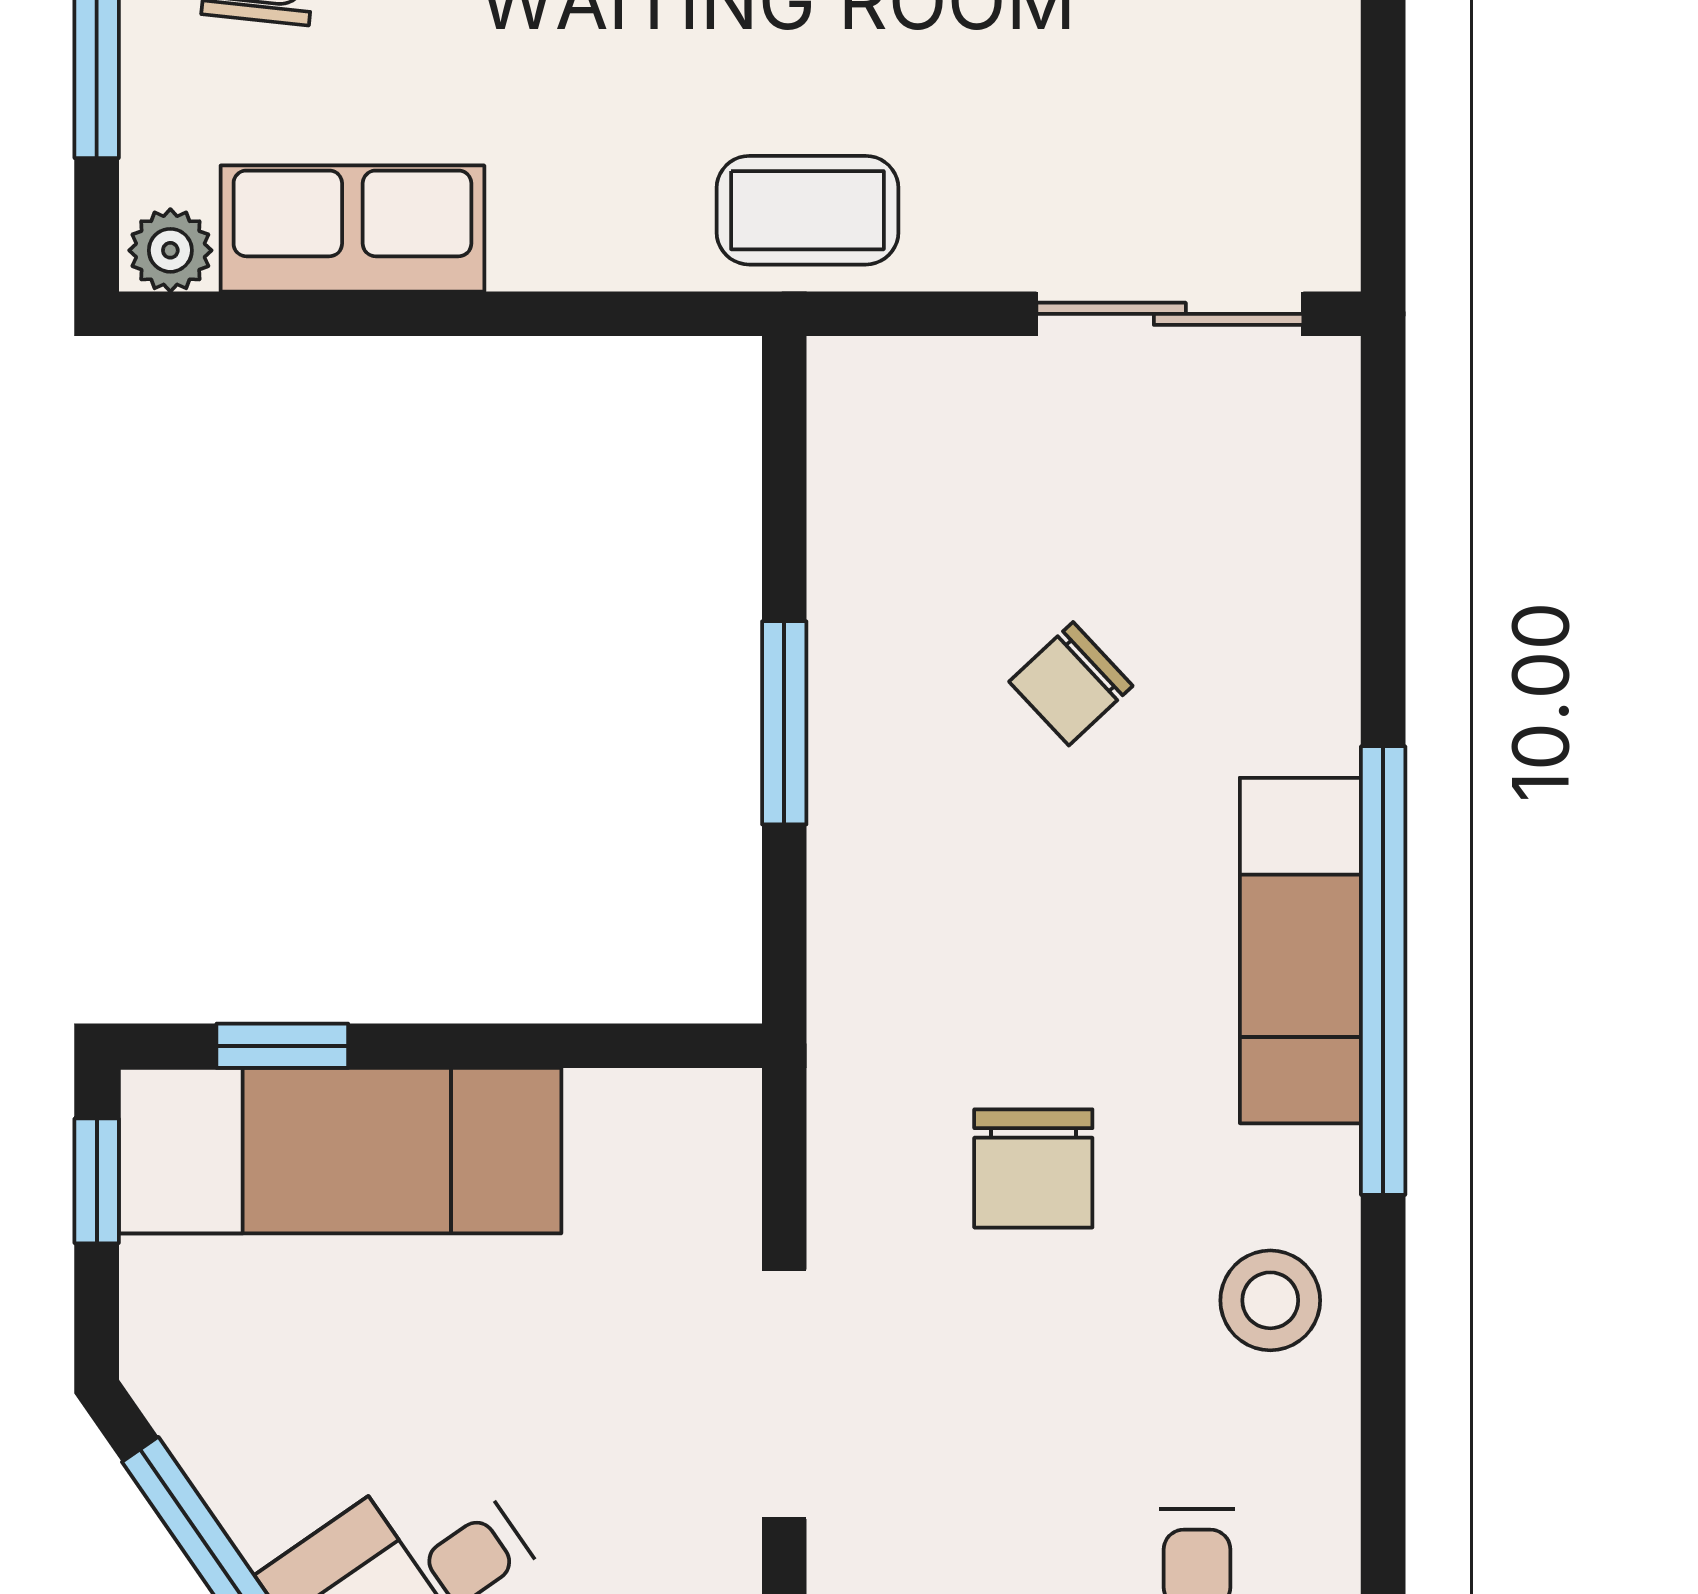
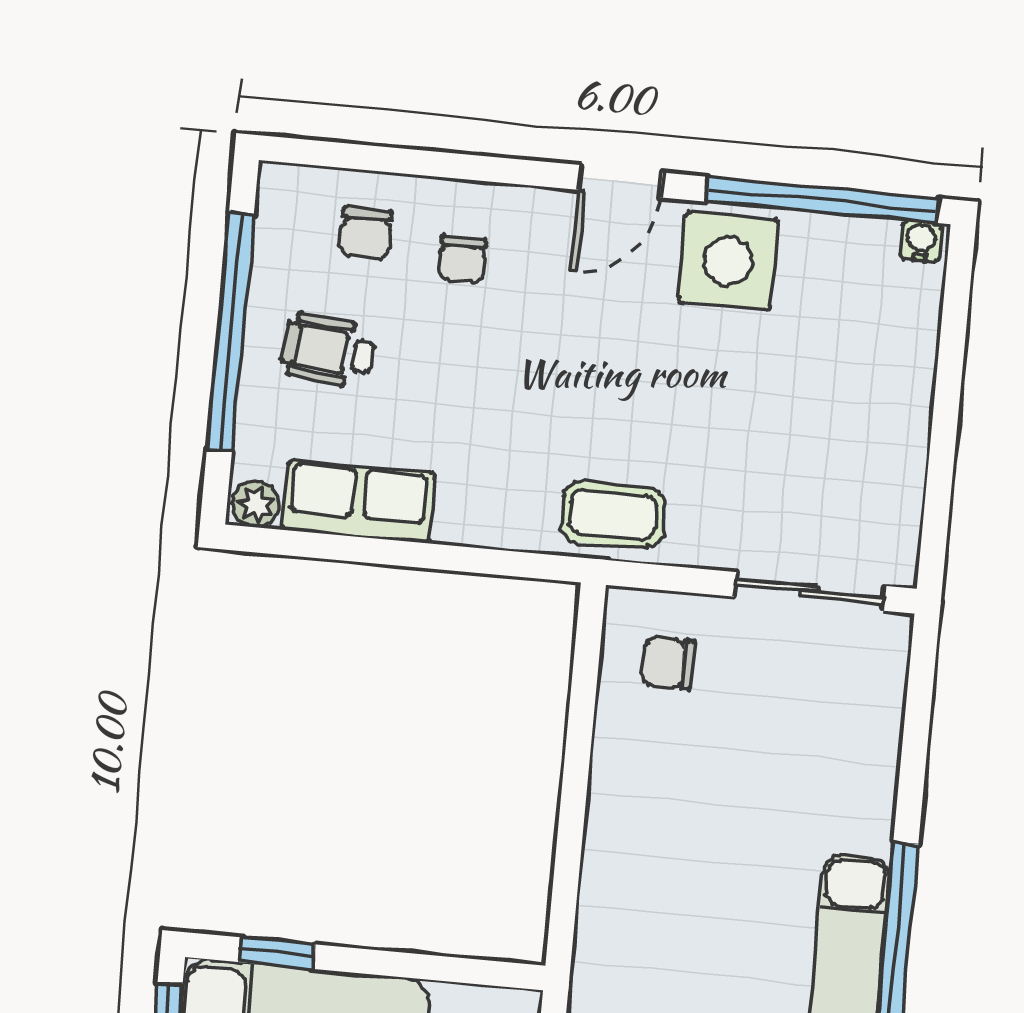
chair: (1071, 684) -> (668, 663), moved, turned 43
window: (784, 723) -> (573, 799), removed

